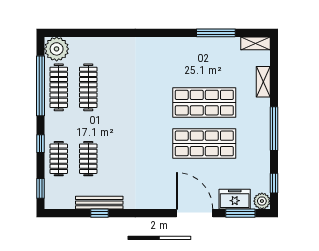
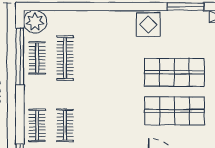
display table: (176, 52) -> (148, 25), added
clothes rail: (59, 87) -> (37, 58), width x0.73
window: (40, 144) -> (20, 111), removed

